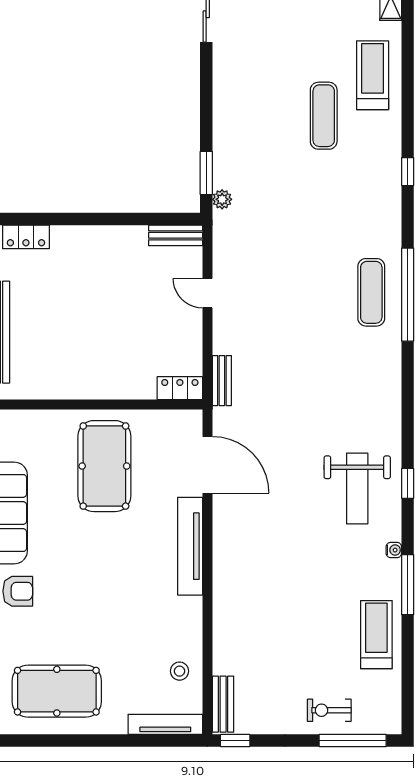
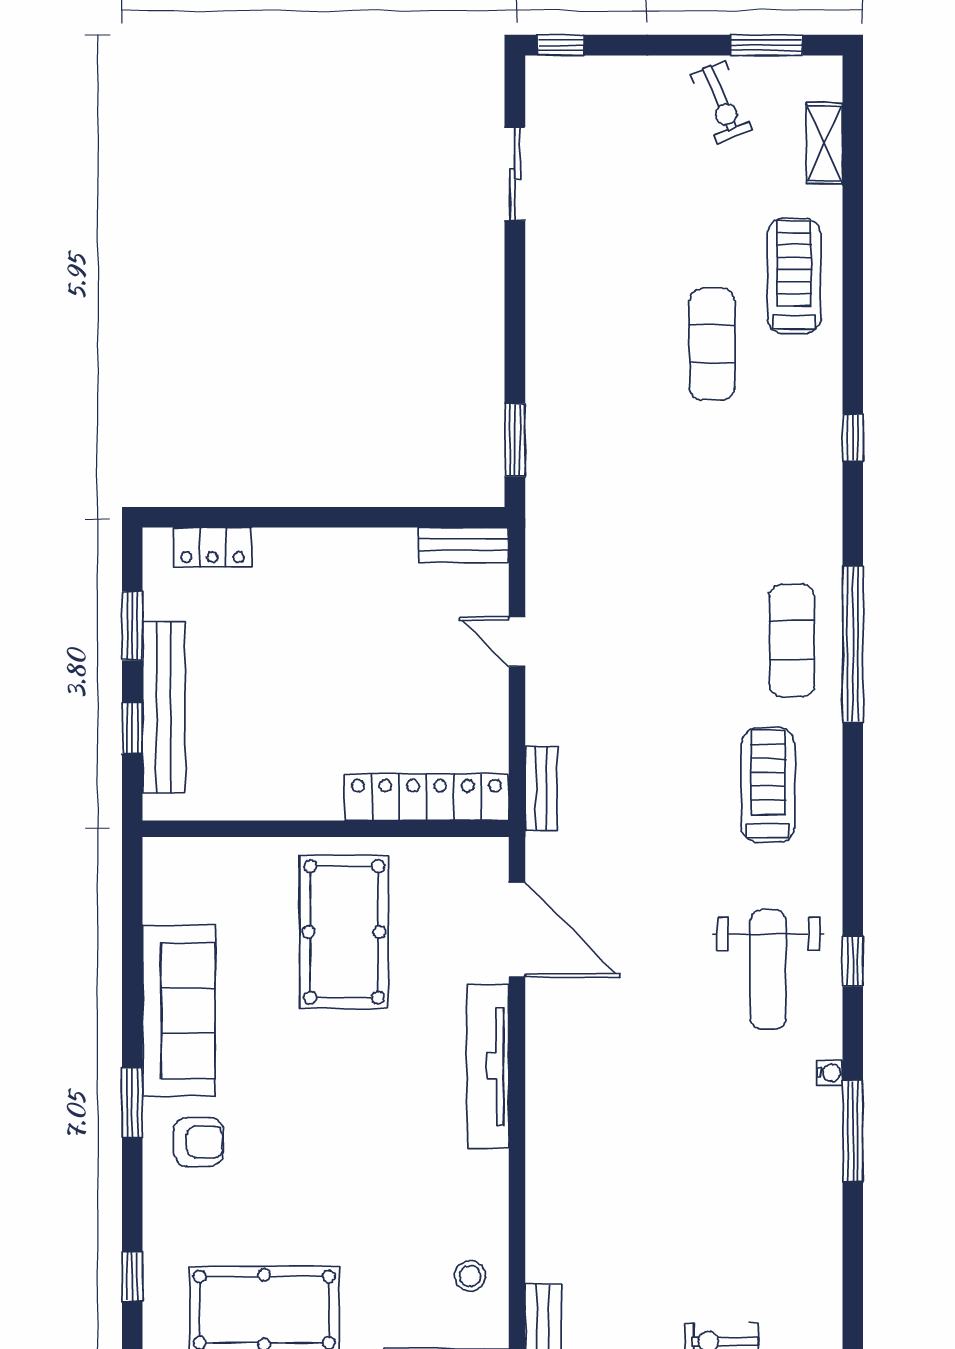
plant: (222, 199) -> (541, 484), removed
locker: (180, 388) -> (427, 797), width x2.16, depth x1.21
treadmill: (376, 635) -> (768, 785), moved

